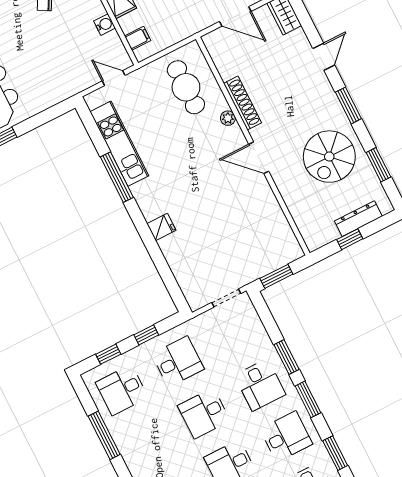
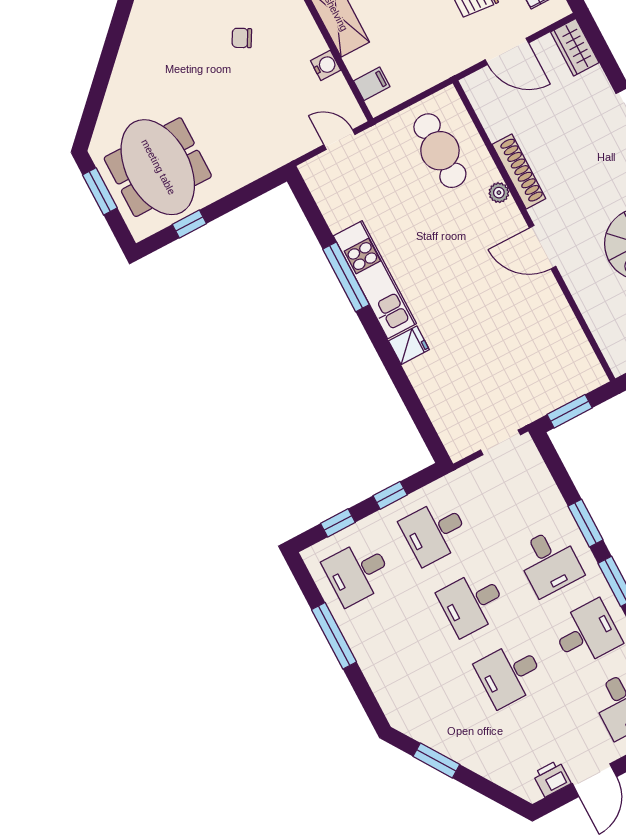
kitchen unit: (119, 144) -> (375, 280), moved
desk: (178, 362) -> (435, 532), turned 180

